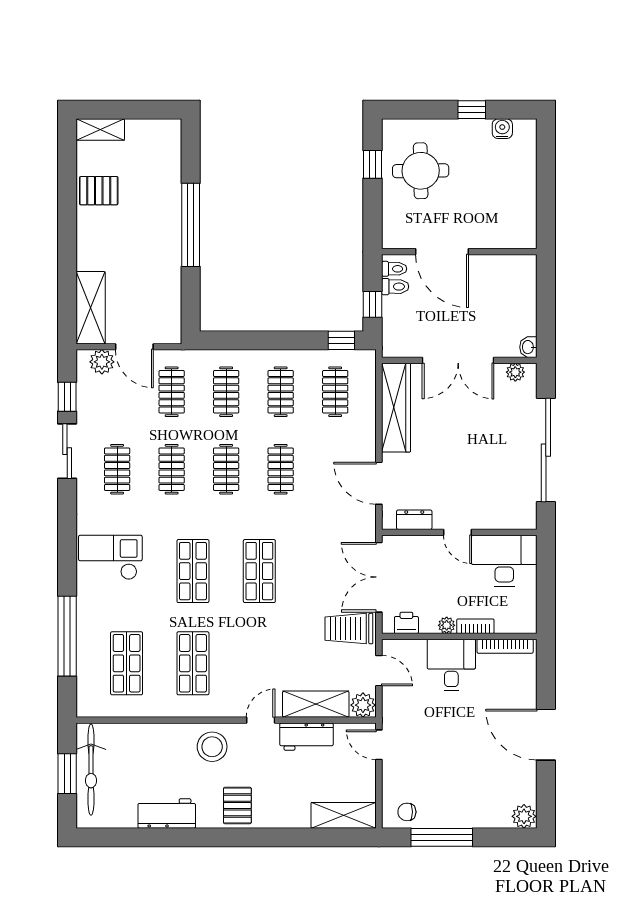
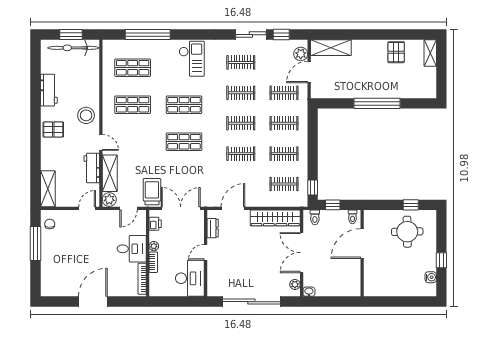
toilet: (395, 287) -> (315, 217), moved
plant: (524, 816) -> (47, 289), removed

